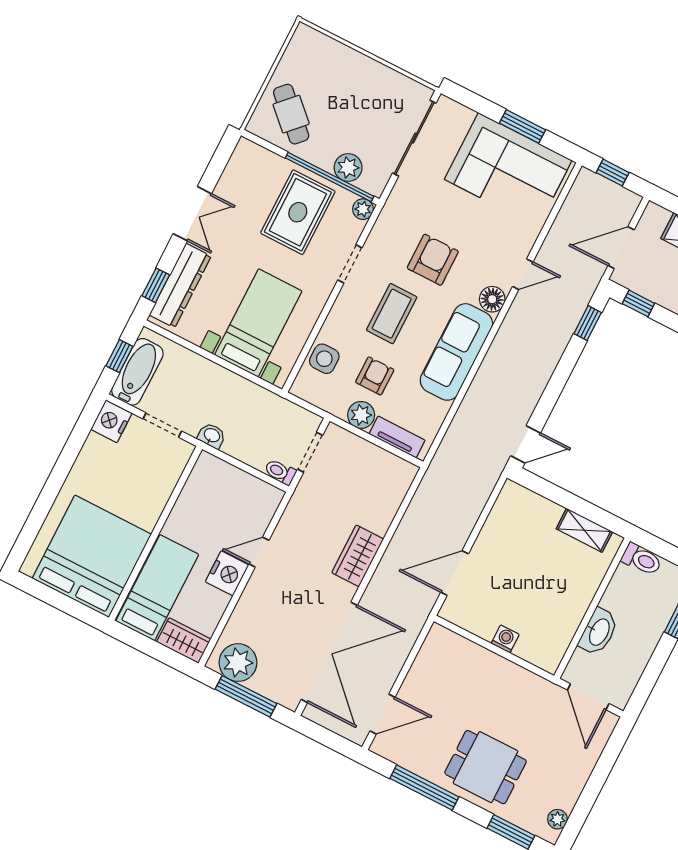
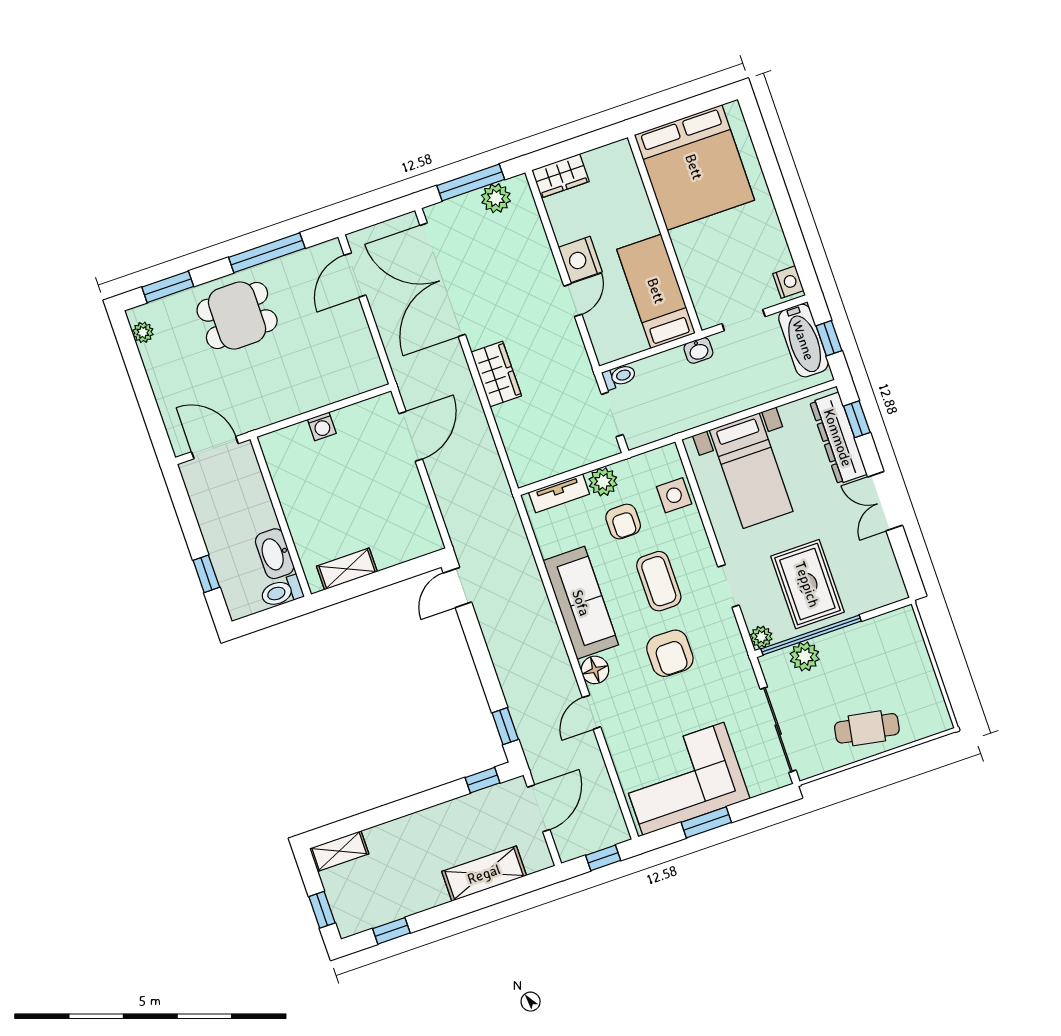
cafe table: (291, 114) -> (867, 728), moved, turned -34
nightstand: (111, 421) -> (788, 282), width x0.74, depth x0.75
bed: (157, 588) -> (656, 291), moved, turned 180
washbasin: (599, 632) -> (275, 554), moved
plant: (238, 663) -> (496, 198), width x0.73, depth x0.73

